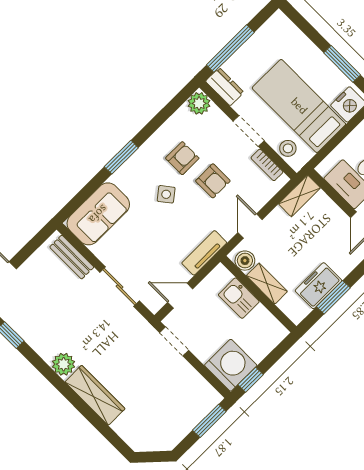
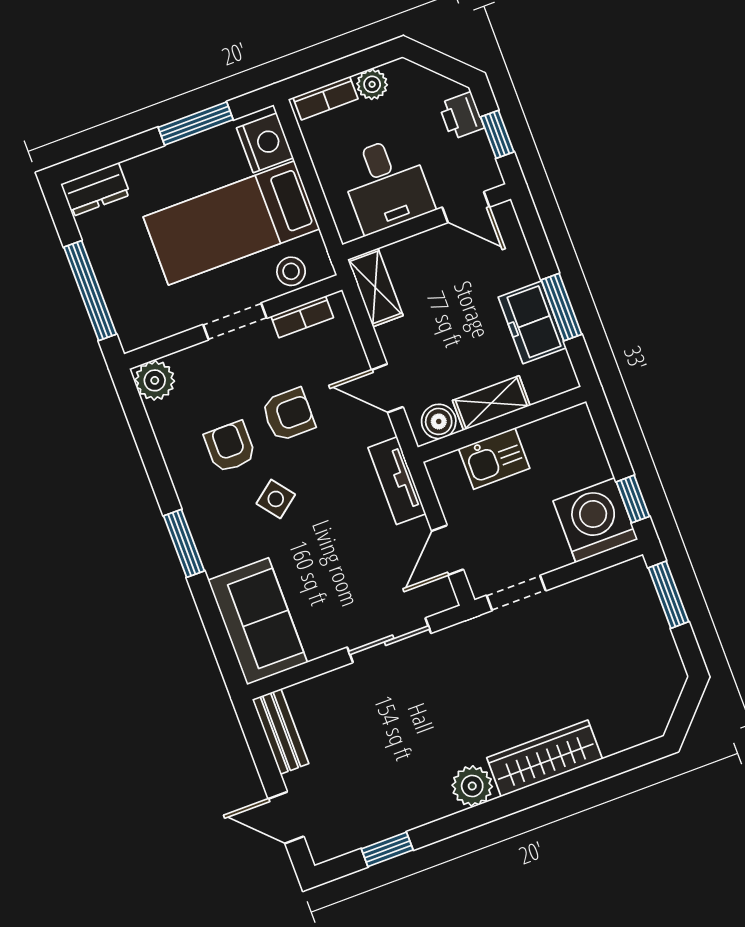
dresser: (225, 87) -> (95, 189), moved, turned 180
bench: (72, 257) -> (280, 732), moved, turned 90

